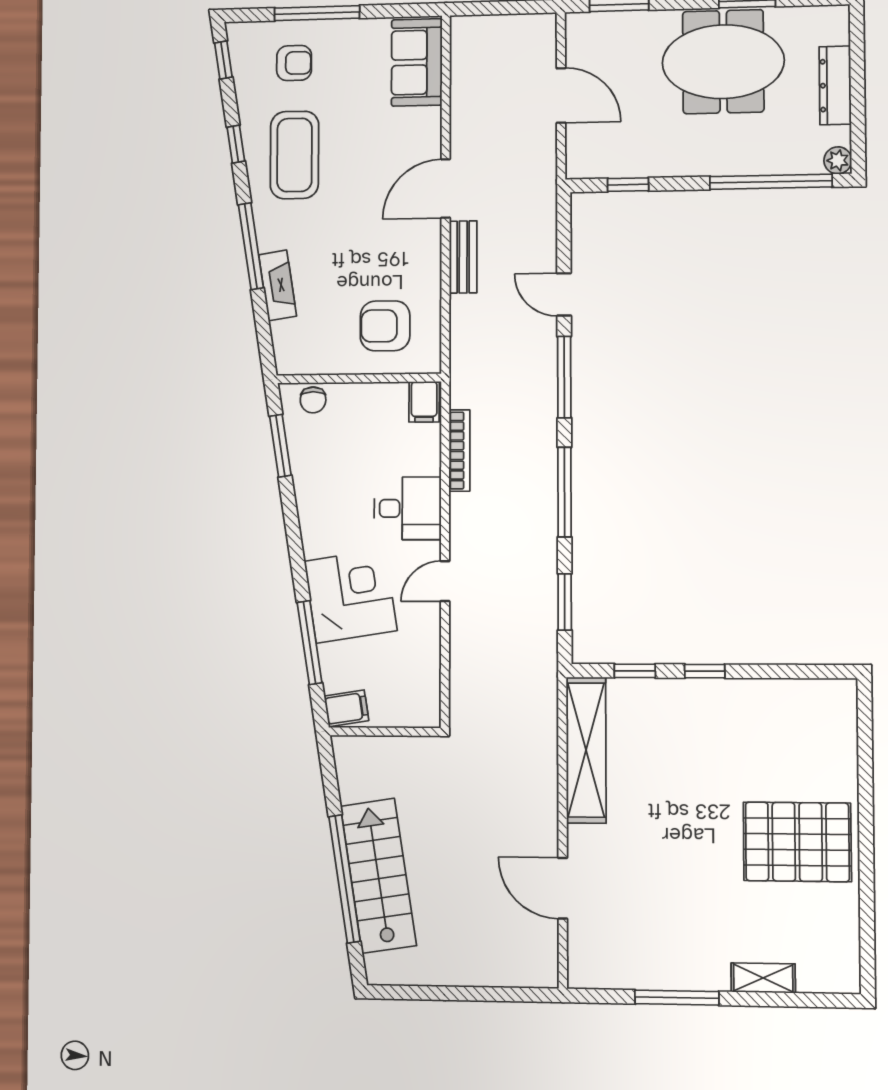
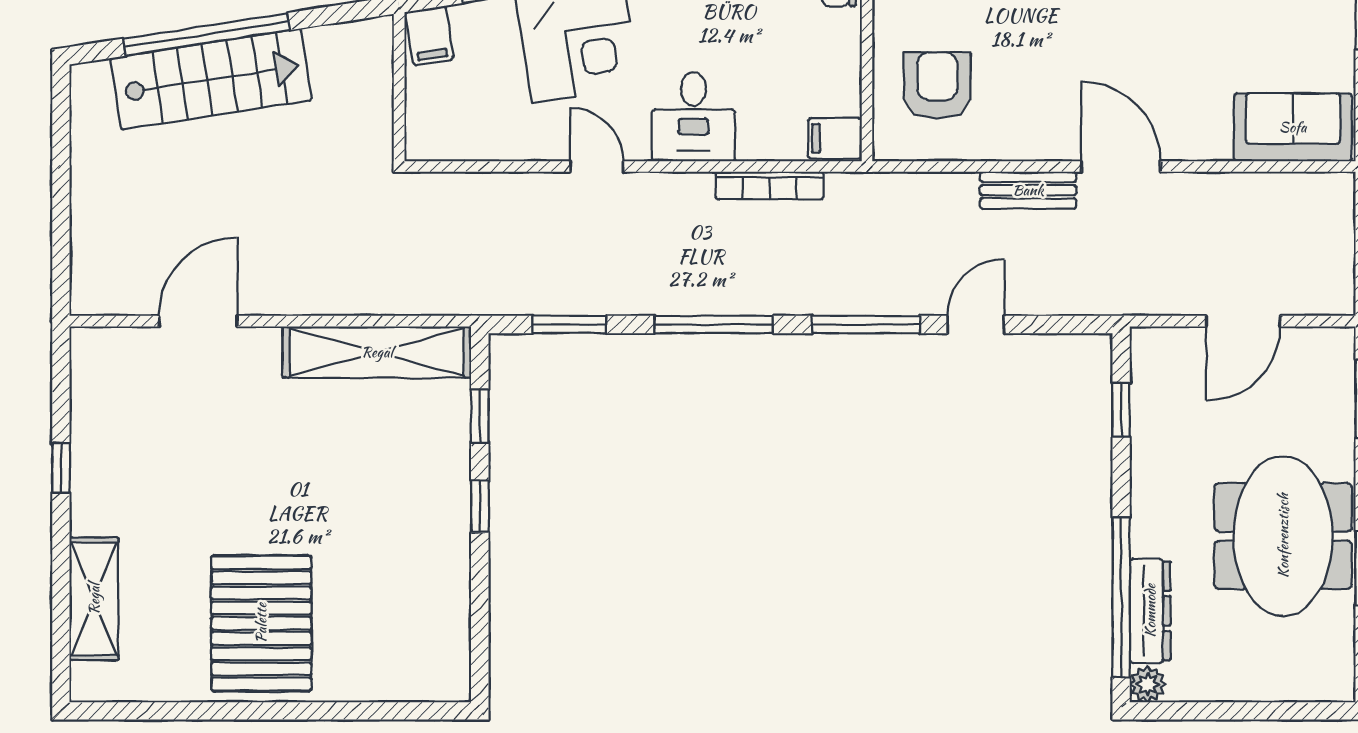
dresser: (835, 85) -> (1150, 611), moved, turned 90
shelving: (763, 978) -> (94, 599), width x1.50, depth x1.33
window: (677, 998) -> (61, 468), width x0.46

